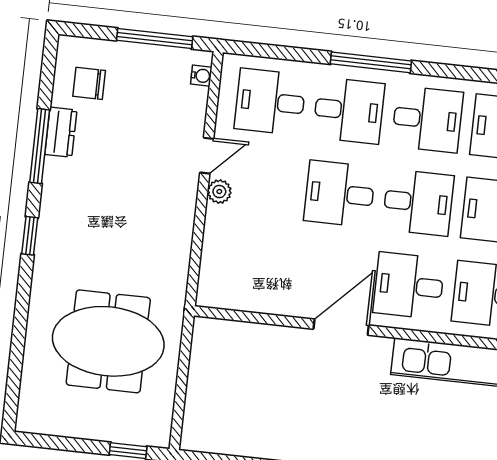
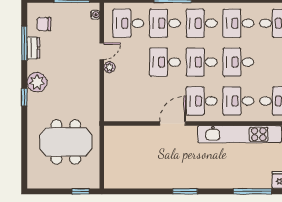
desk: (349, 110) -> (165, 23), turned 180
desk: (427, 119) -> (202, 23), turned 180
window: (40, 146) -> (24, 43), moved
desk: (418, 202) -> (202, 62), turned 180
plant: (61, 206) -> (37, 82), added

